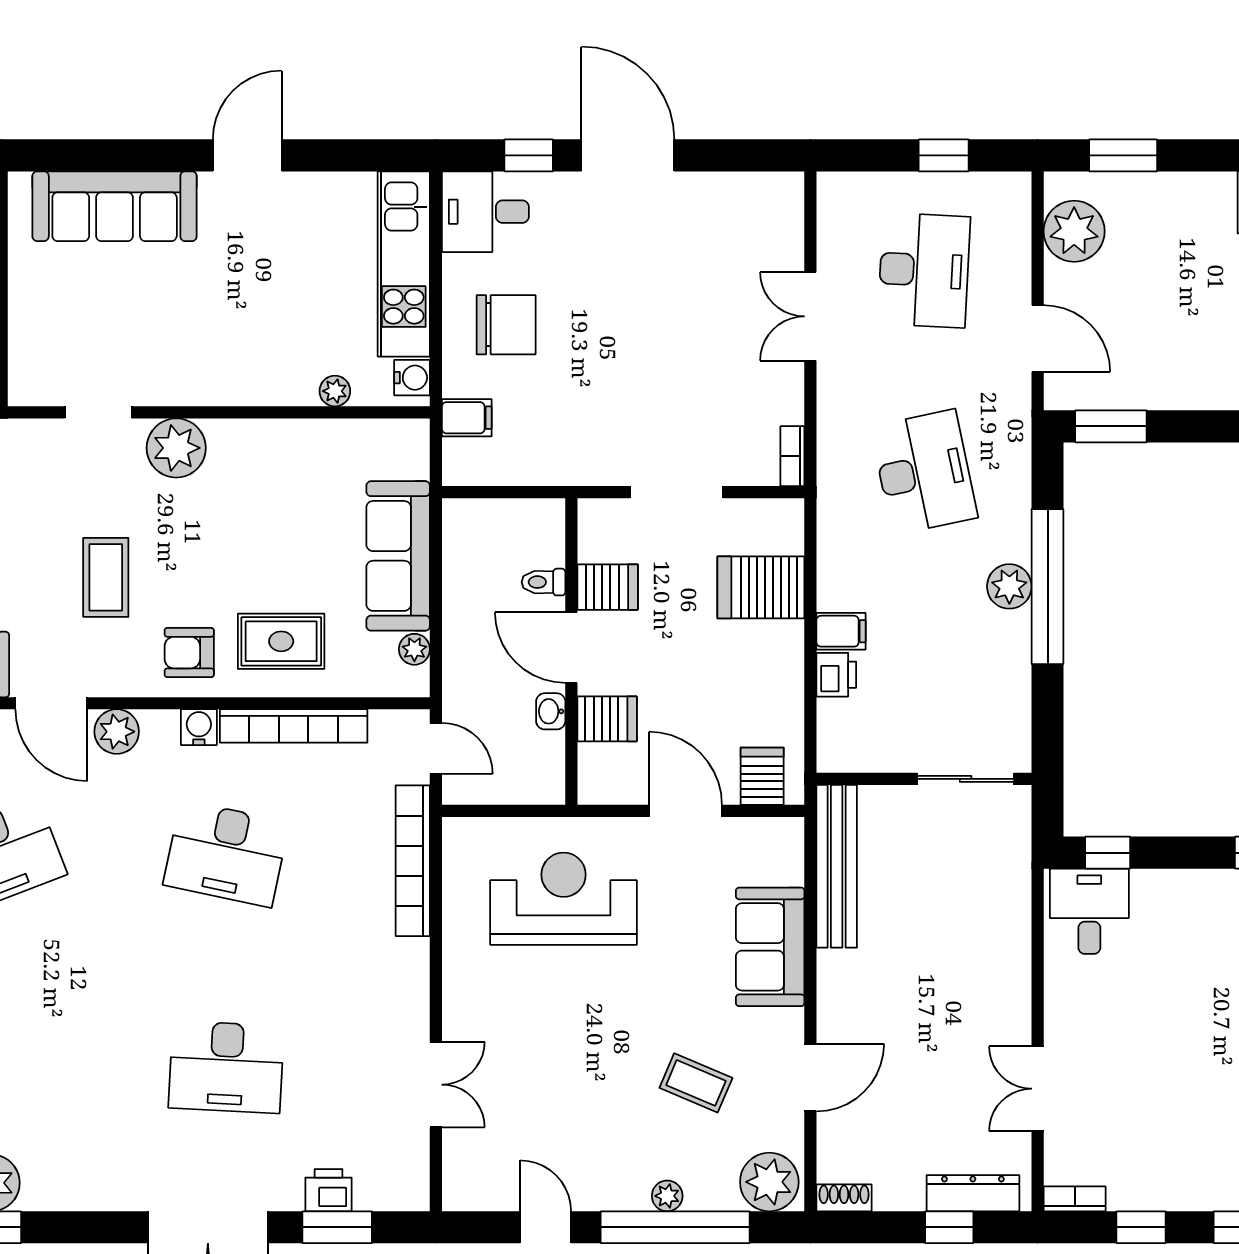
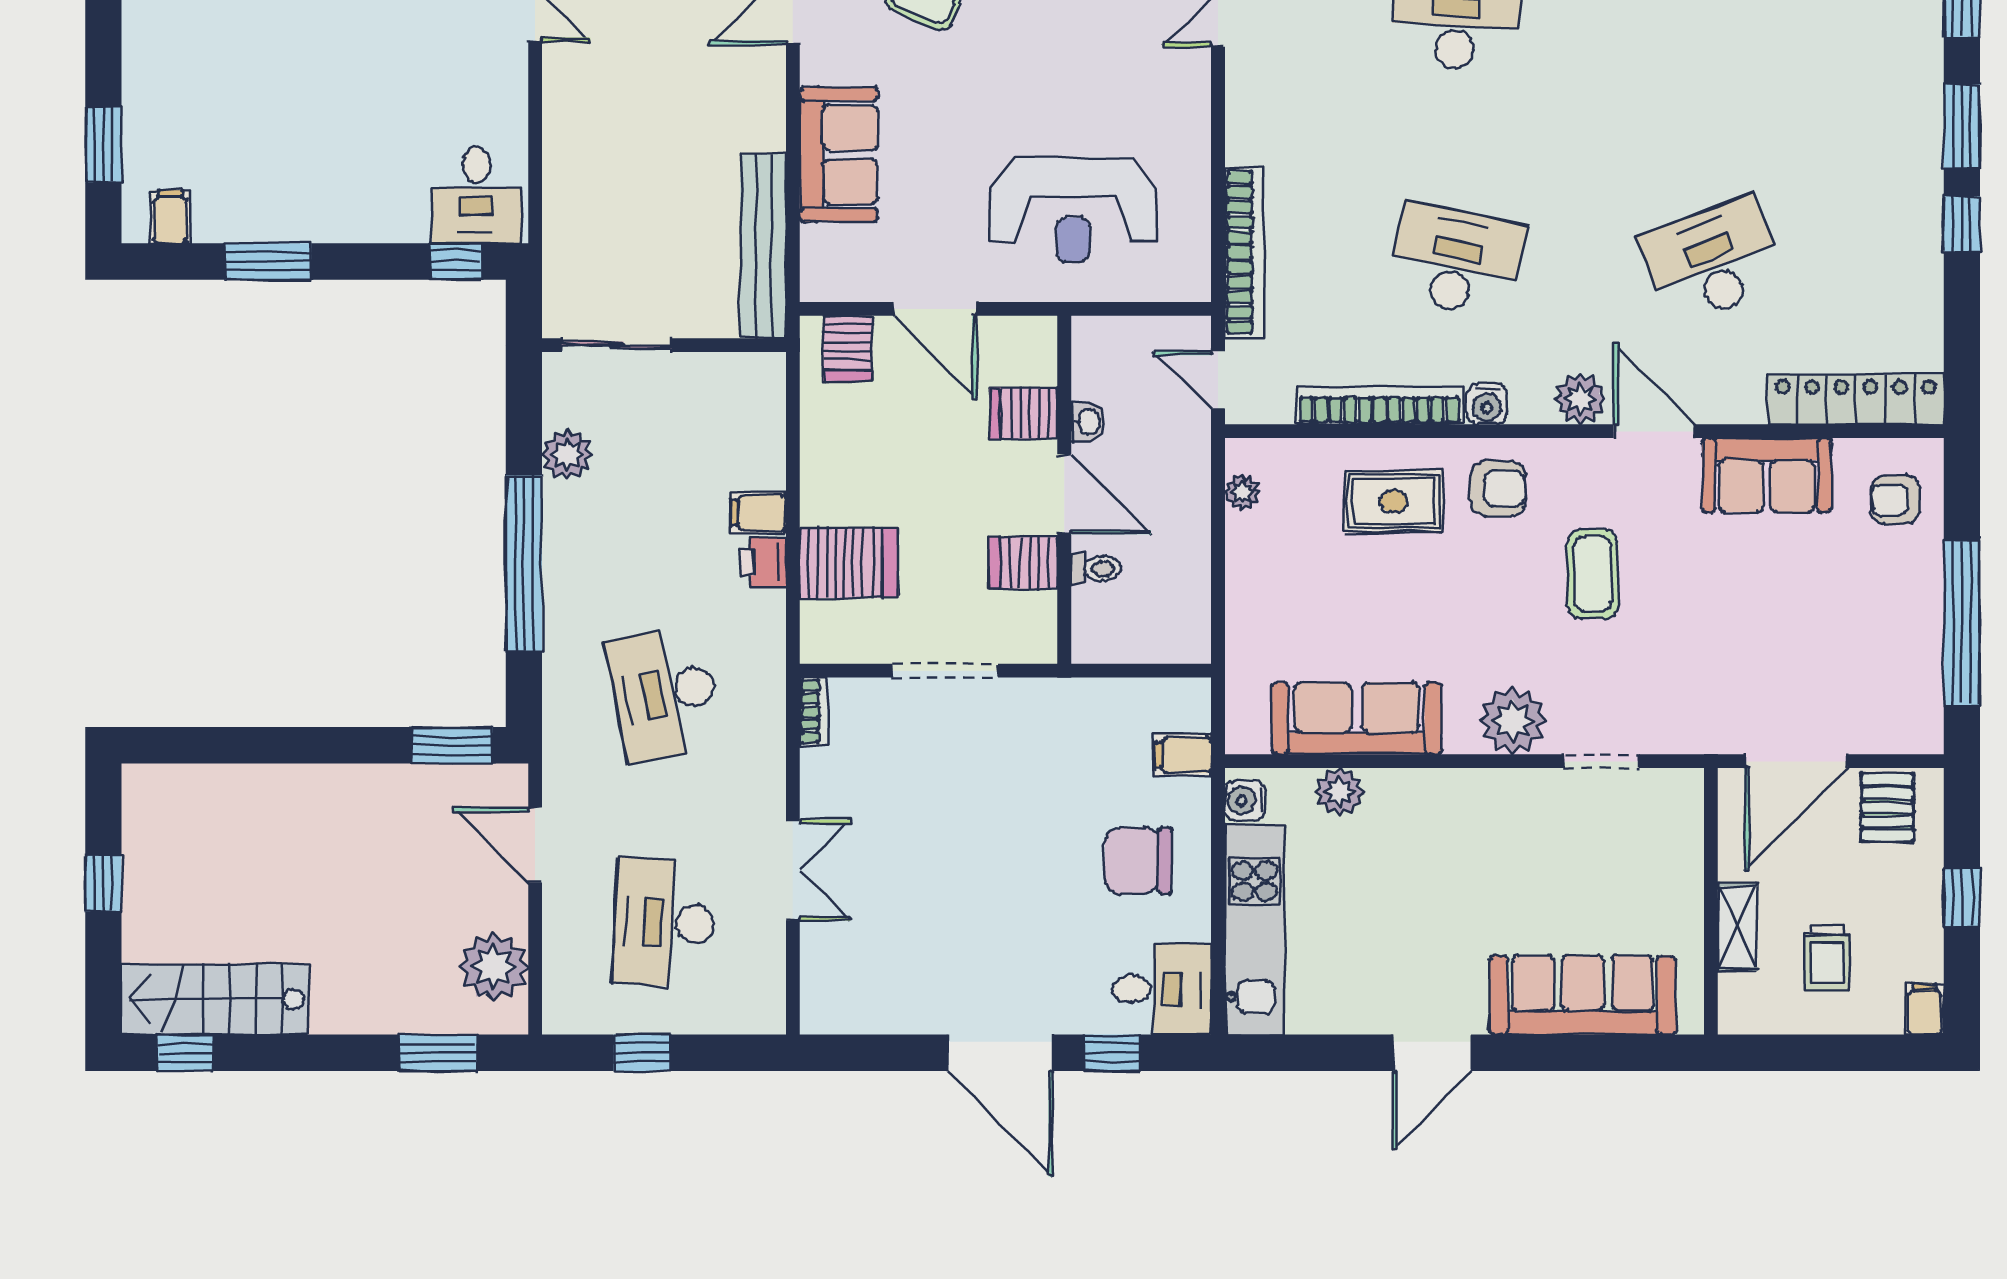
plant: (335, 391) -> (1339, 792), width x1.38, depth x1.38
sofa: (398, 556) -> (1357, 718), moved, turned -90
plant: (1009, 586) -> (567, 455), moved
printer: (836, 675) -> (764, 562), moved

